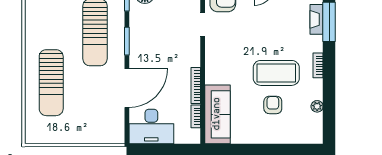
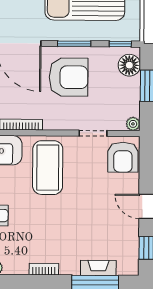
armchair: (155, 46) -> (69, 77), added
coffee table: (276, 73) -> (48, 168), moved

